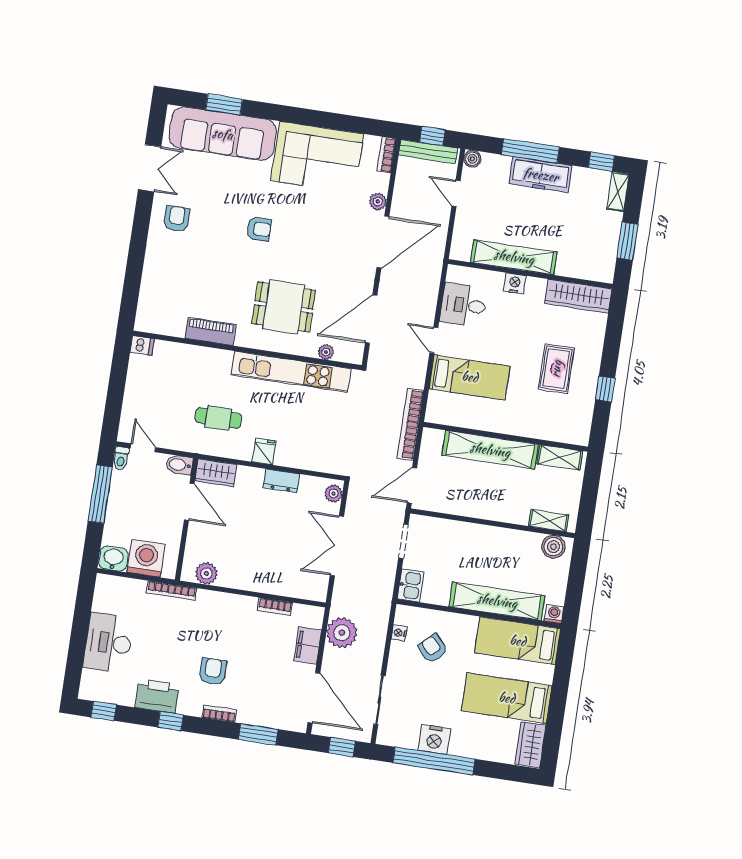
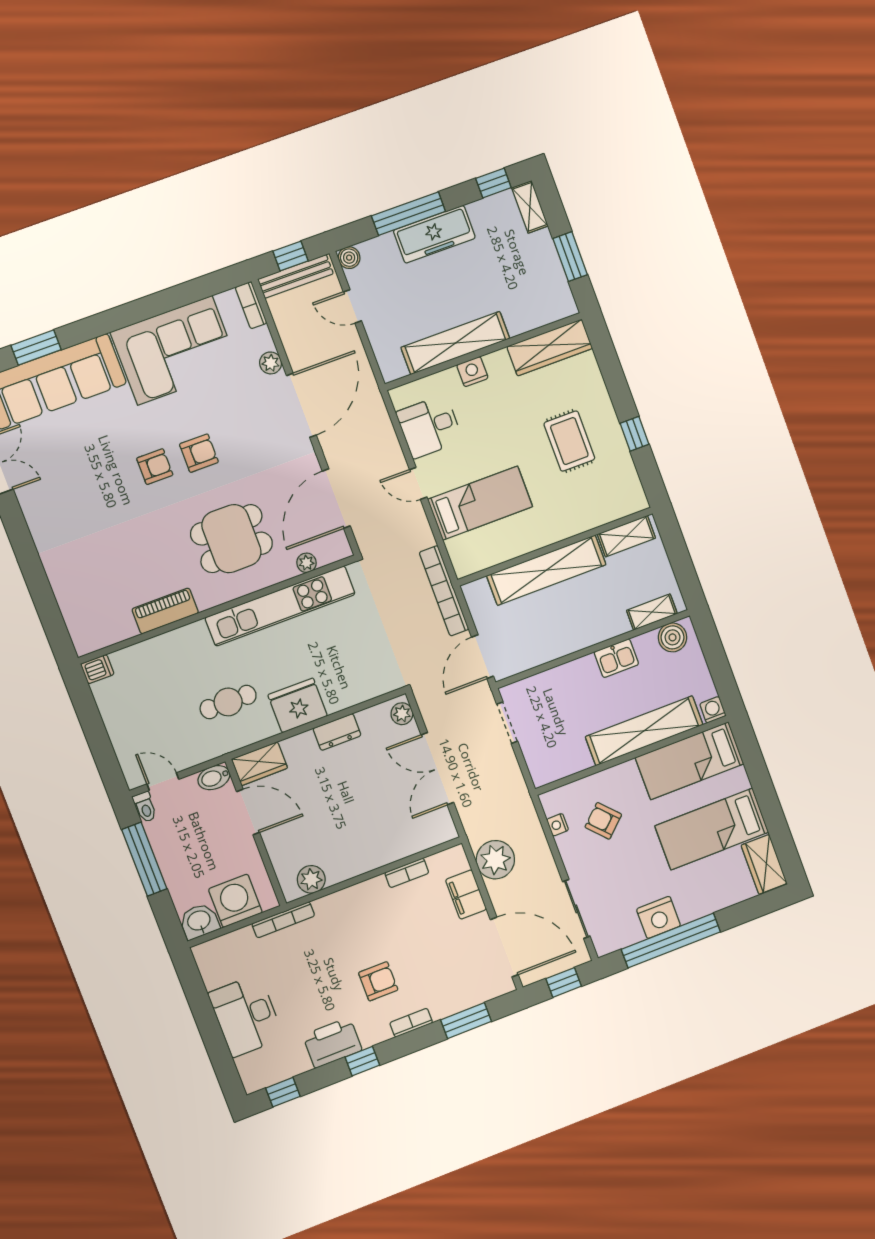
armchair: (177, 219) -> (199, 453), moved, turned 90
fridge: (264, 451) -> (298, 705), width x1.88, depth x1.34
kitchen sink: (411, 585) -> (616, 658), moved, turned 90
armchair: (213, 671) -> (378, 981), turned 90

